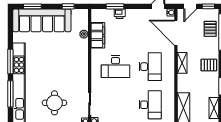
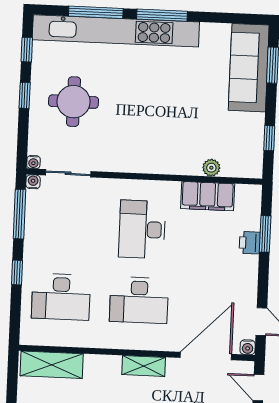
sofa: (42, 20) -> (249, 68), width x0.74, depth x0.79

